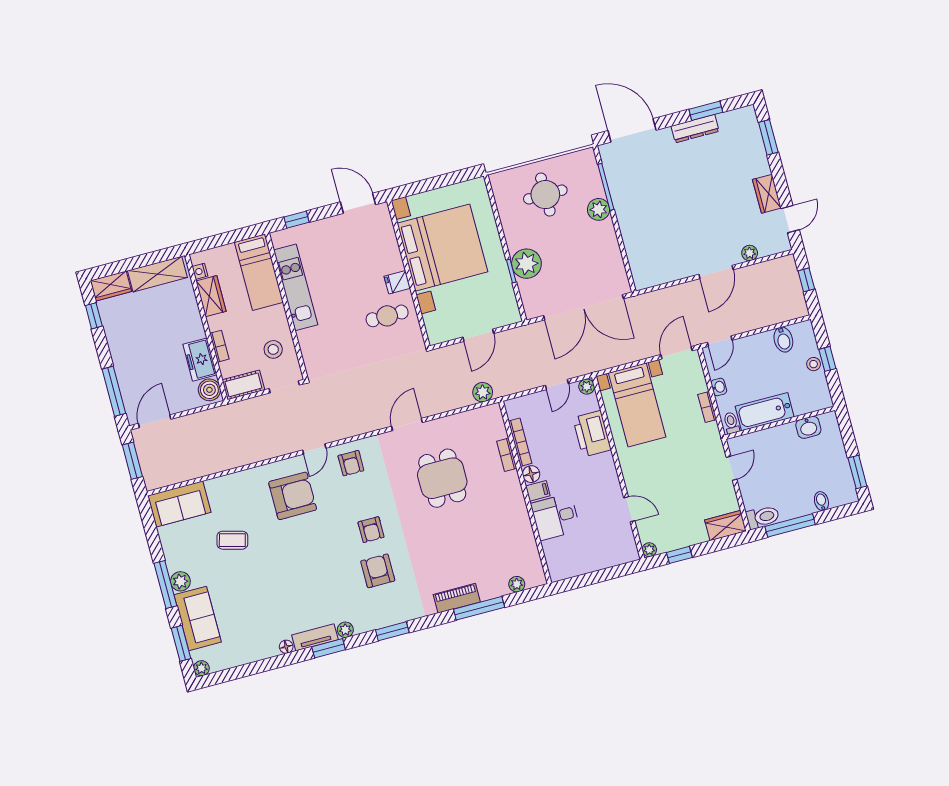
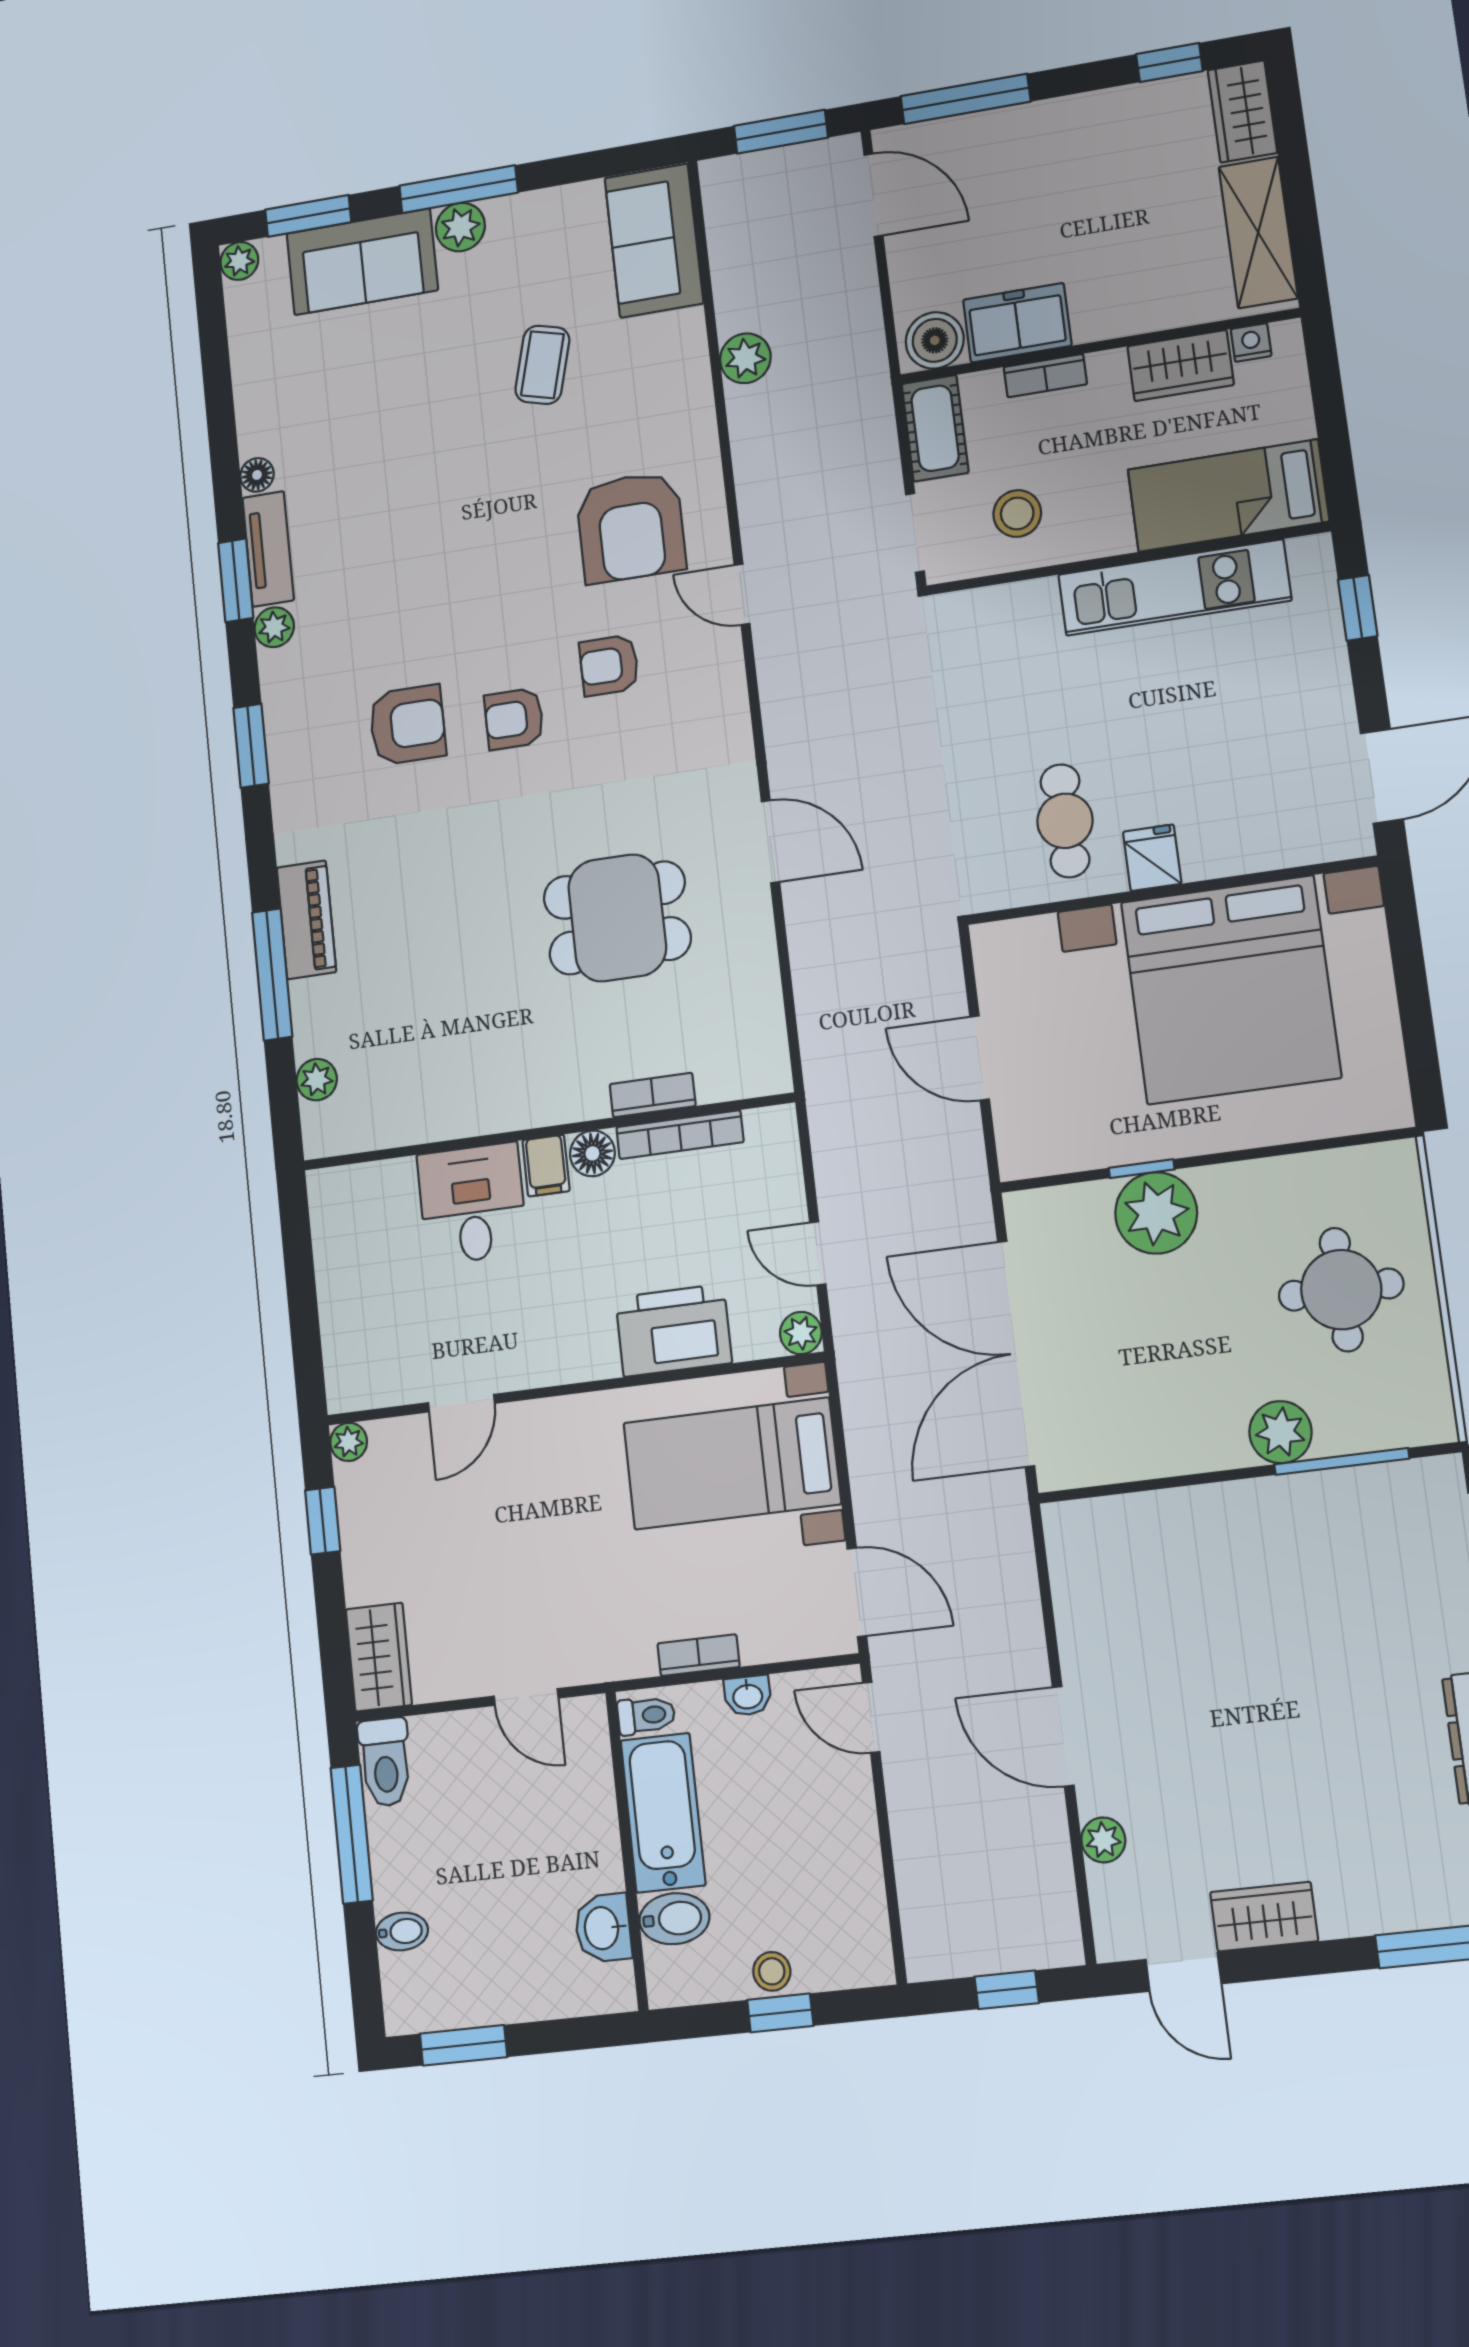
bidet: (783, 340) -> (674, 1919), moved, turned 180
plant: (483, 392) -> (745, 358), moved
armchair: (351, 463) -> (609, 665), moved

